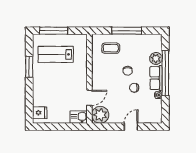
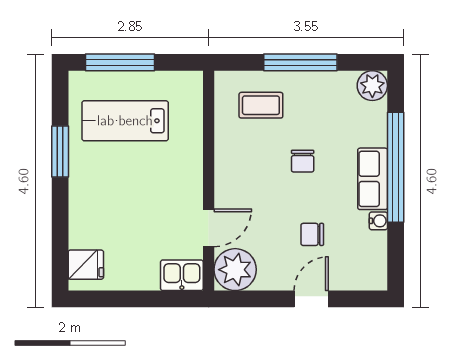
plant: (156, 58) -> (372, 86), moved
chair: (134, 88) -> (312, 234), moved

